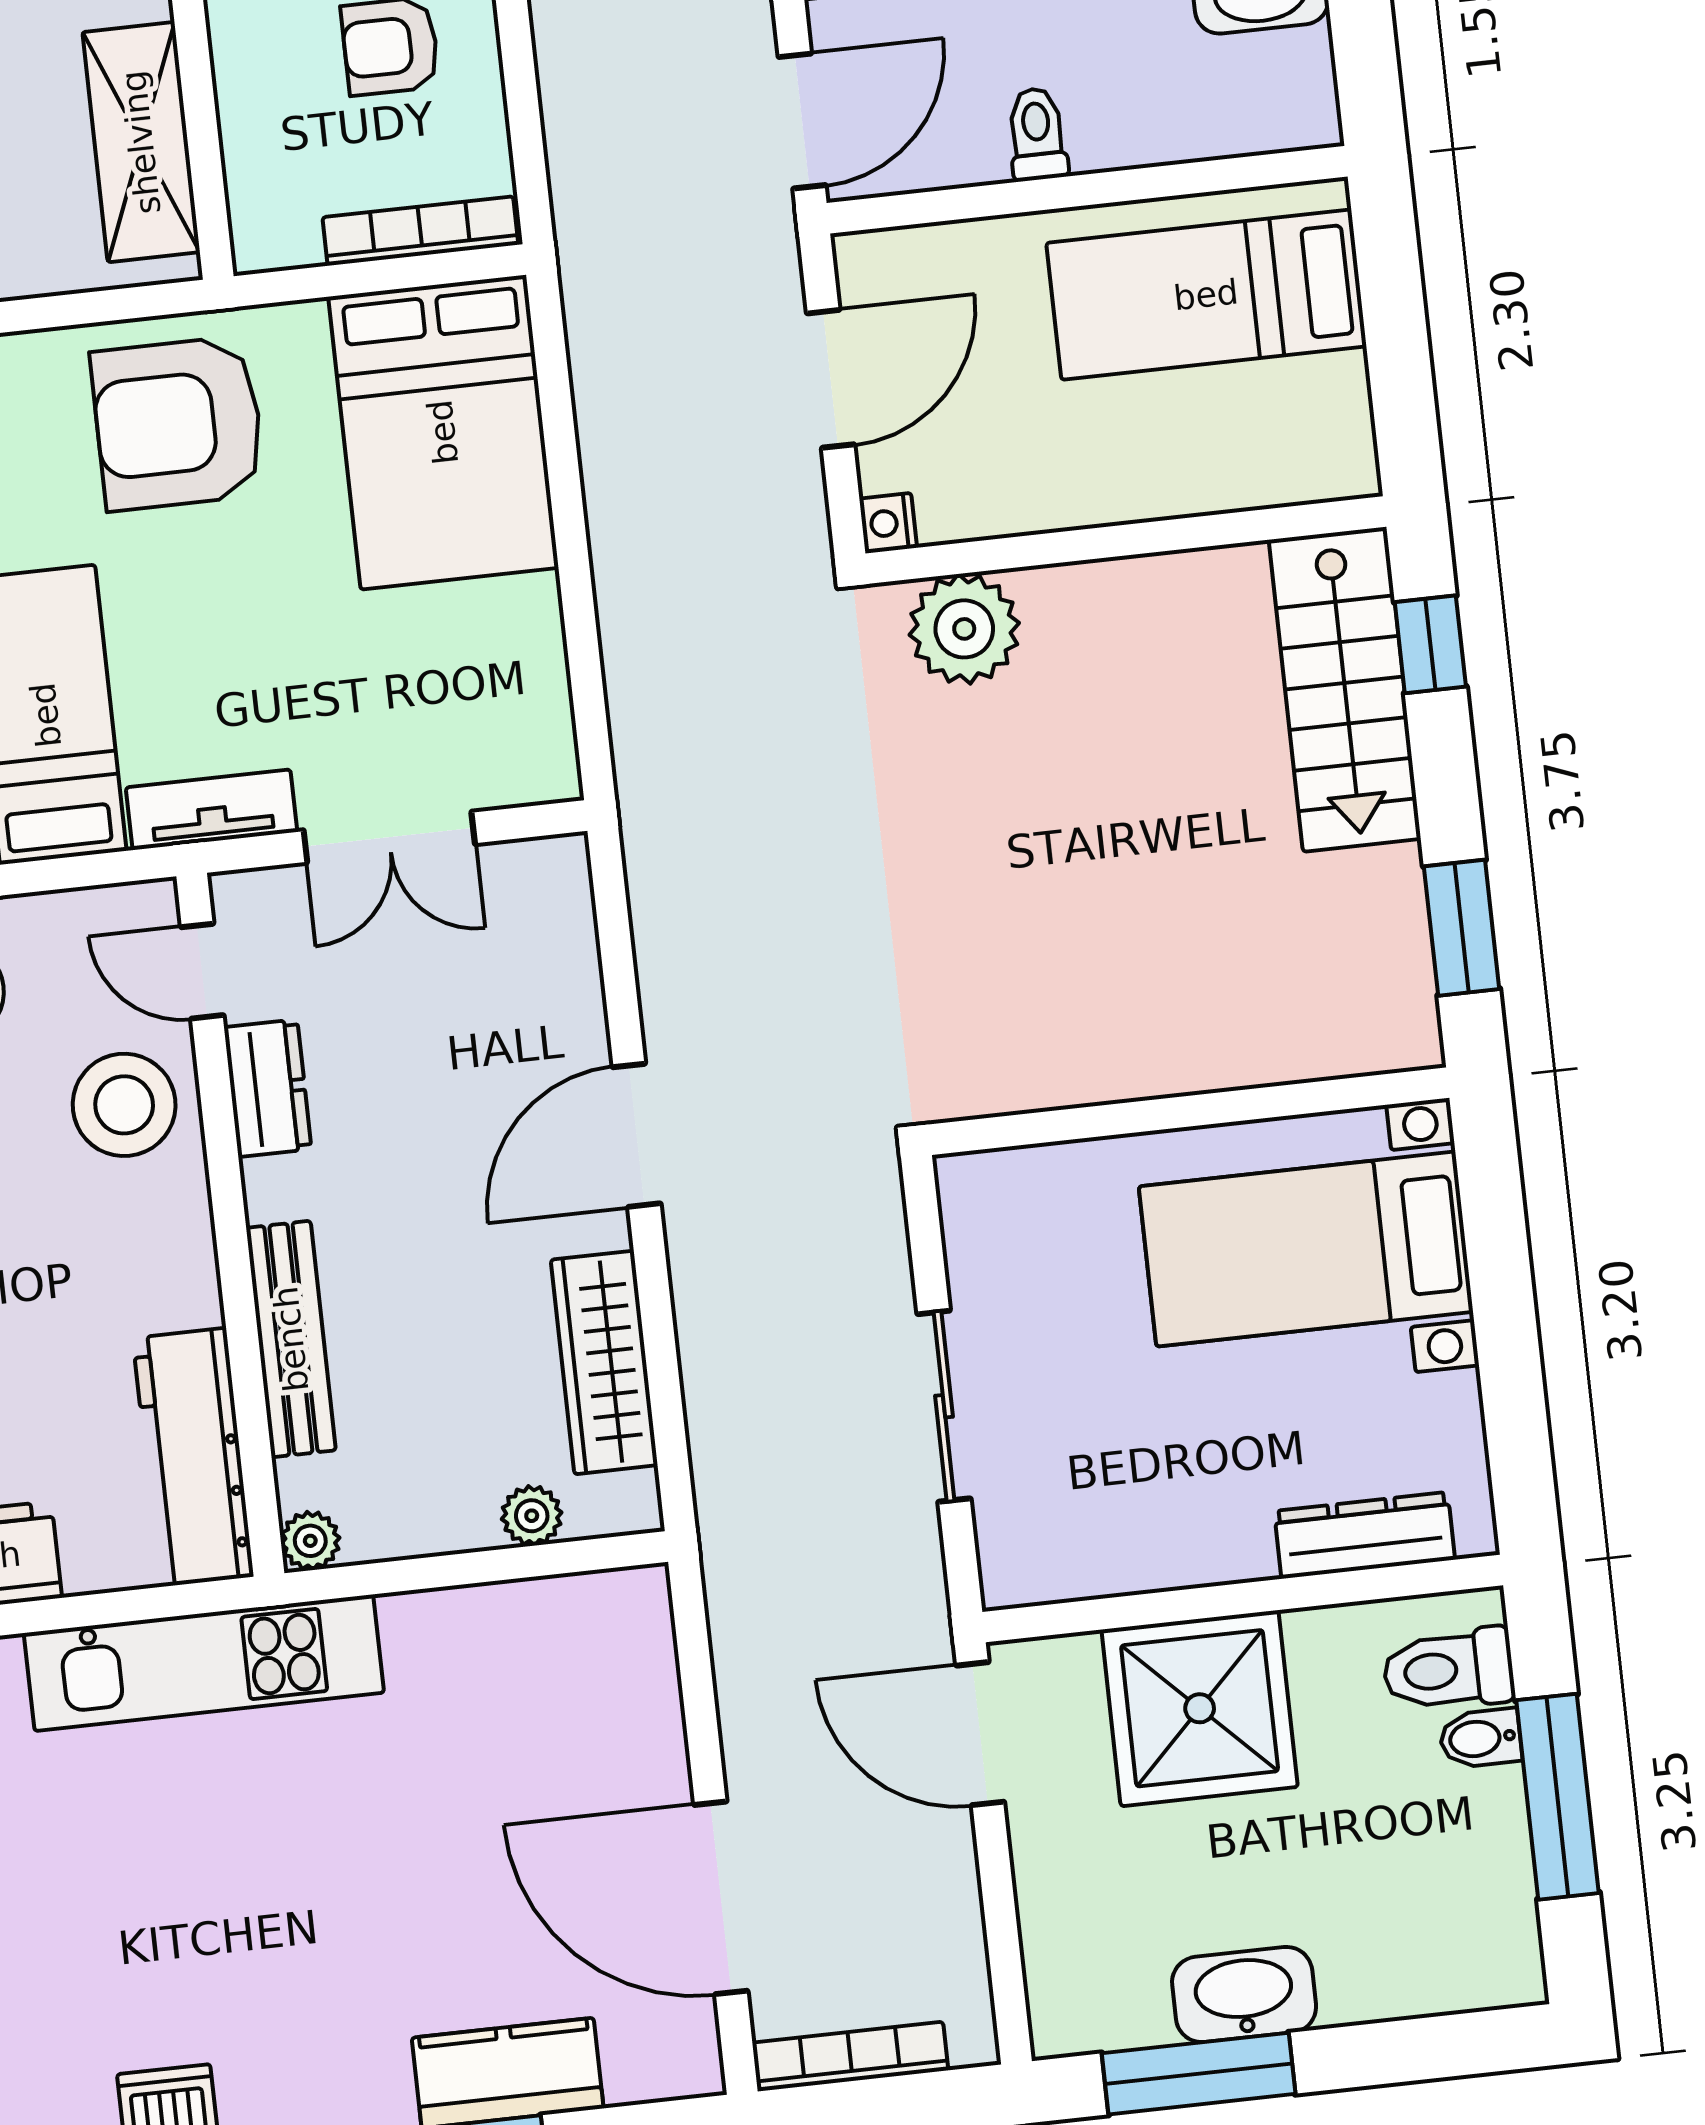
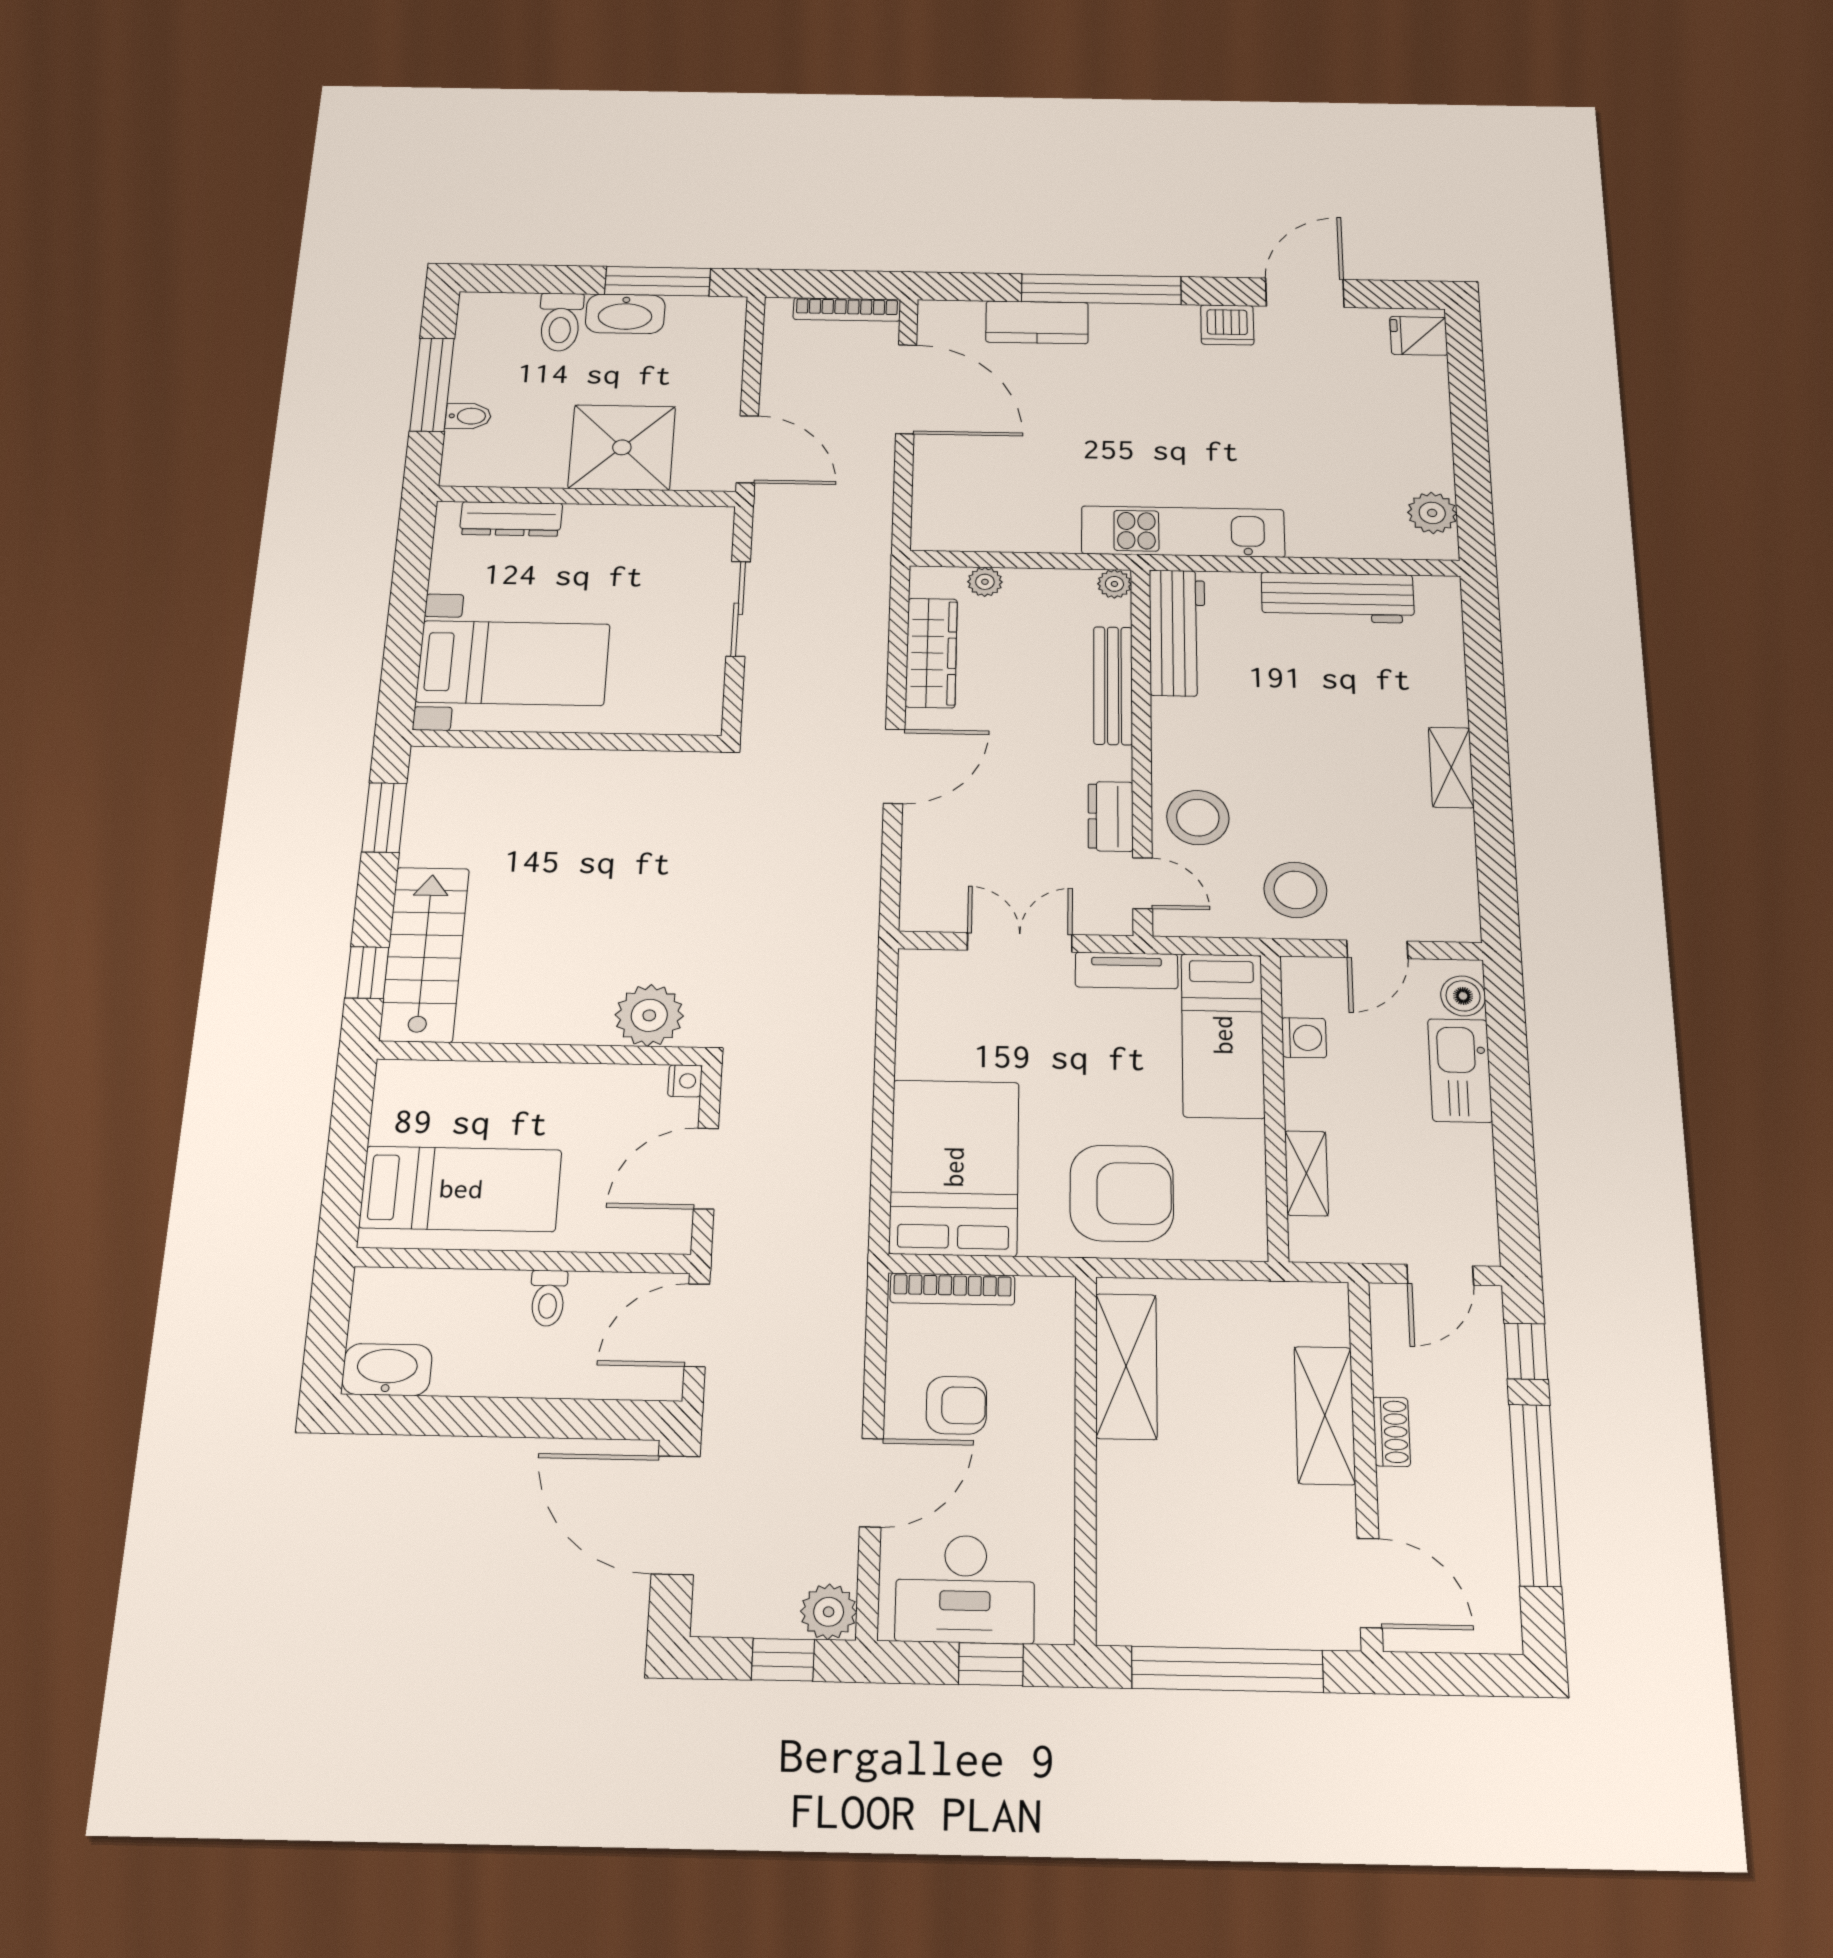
toilet: (1449, 1670) -> (560, 322), moved, turned 90

